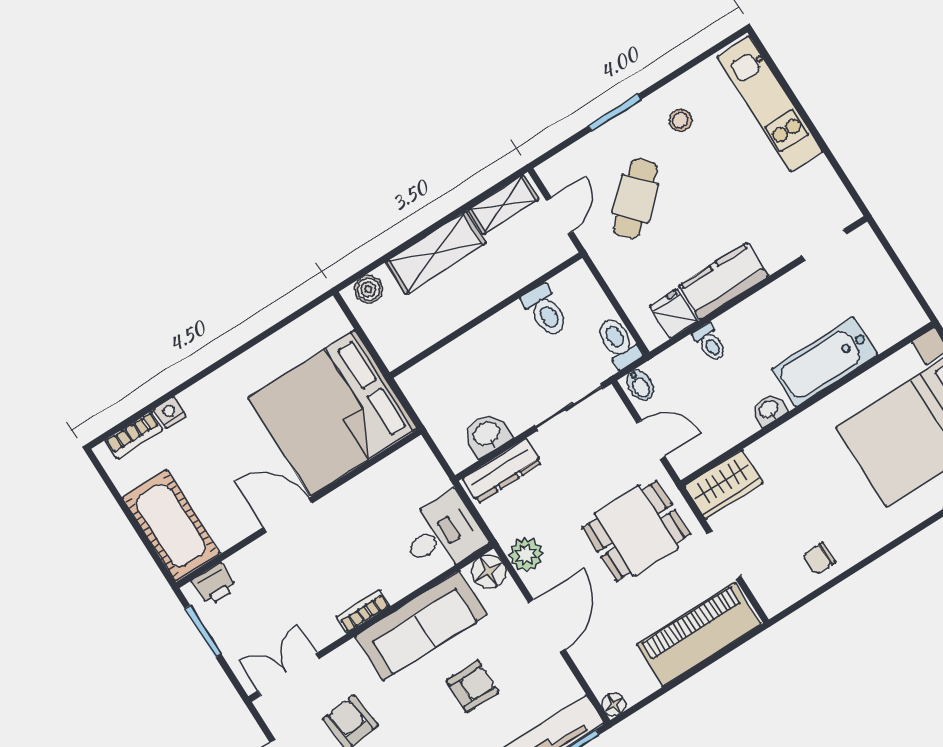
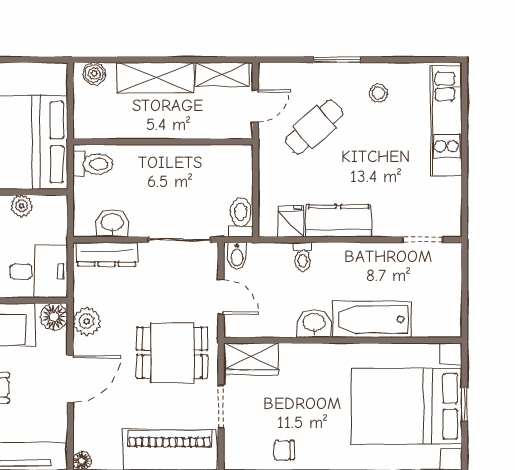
toilet: (546, 311) -> (93, 164), moved, turned -90
washbasin: (769, 410) -> (314, 323), width x1.38, depth x1.45
plant: (380, 477) -> (22, 206), added

